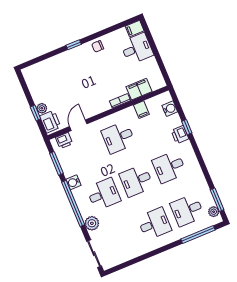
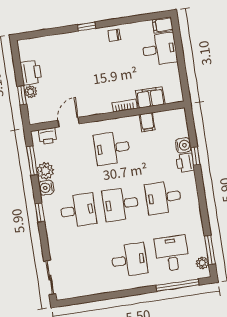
water cooler: (170, 109) -> (183, 145), moved
printer: (50, 122) -> (31, 73), moved
window: (73, 203) -> (40, 212), width x0.32
desk: (187, 210) -> (172, 253), turned 90
plant: (92, 223) -> (45, 171), moved

